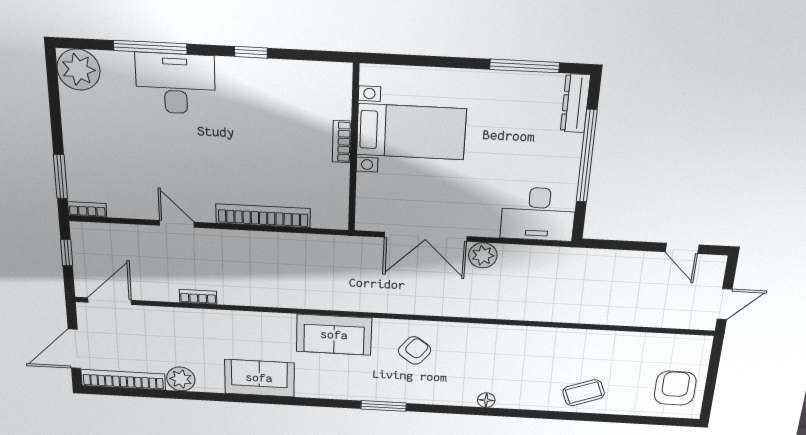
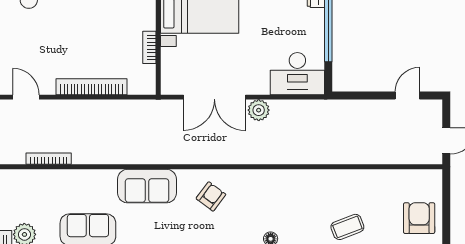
bookcase: (342, 142) -> (149, 47), moved
door: (682, 248) -> (407, 96), swing flipped
bookcase: (198, 297) -> (49, 159), width x1.56

